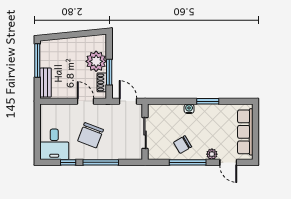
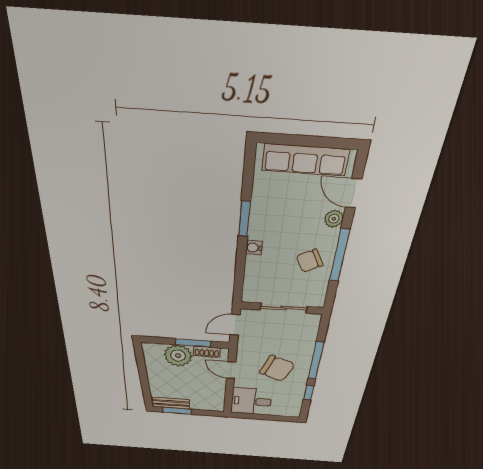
window: (37, 61) -> (177, 411), width x0.69
bench: (46, 83) -> (171, 403), moved
door: (85, 101) -> (231, 370), hinge flipped
desk: (54, 144) -> (251, 401), moved, turned 180
chair: (183, 145) -> (310, 261), turned 93
door: (228, 162) -> (354, 193), swing flipped

